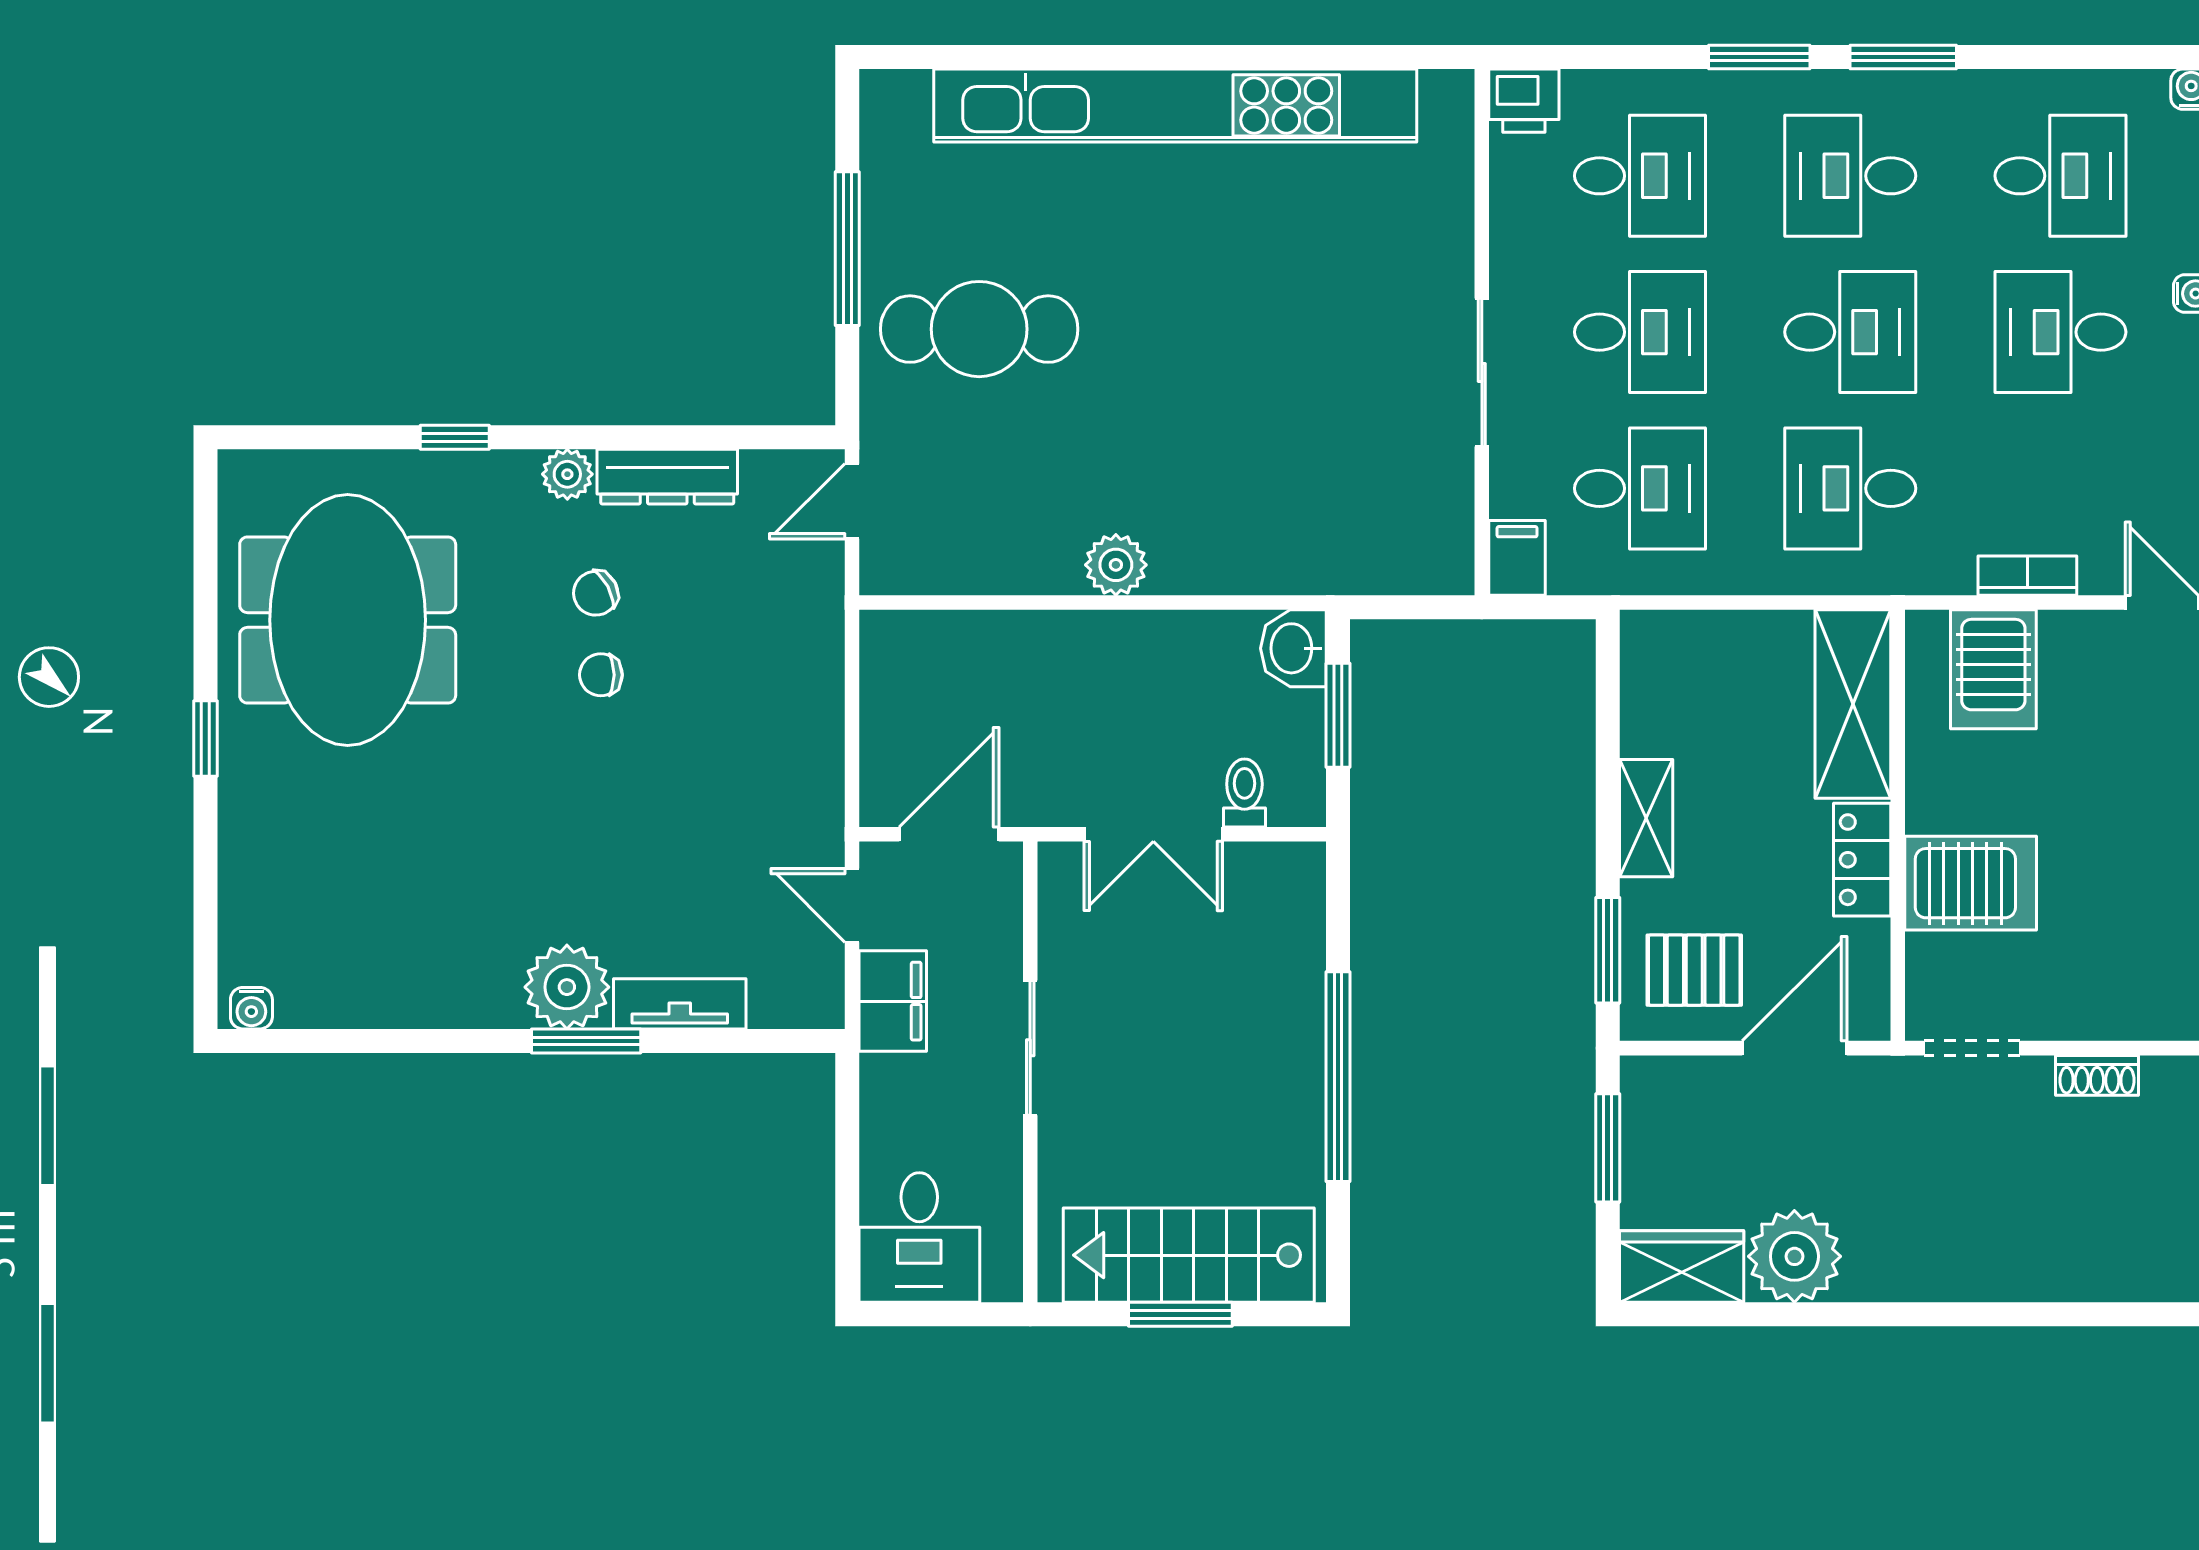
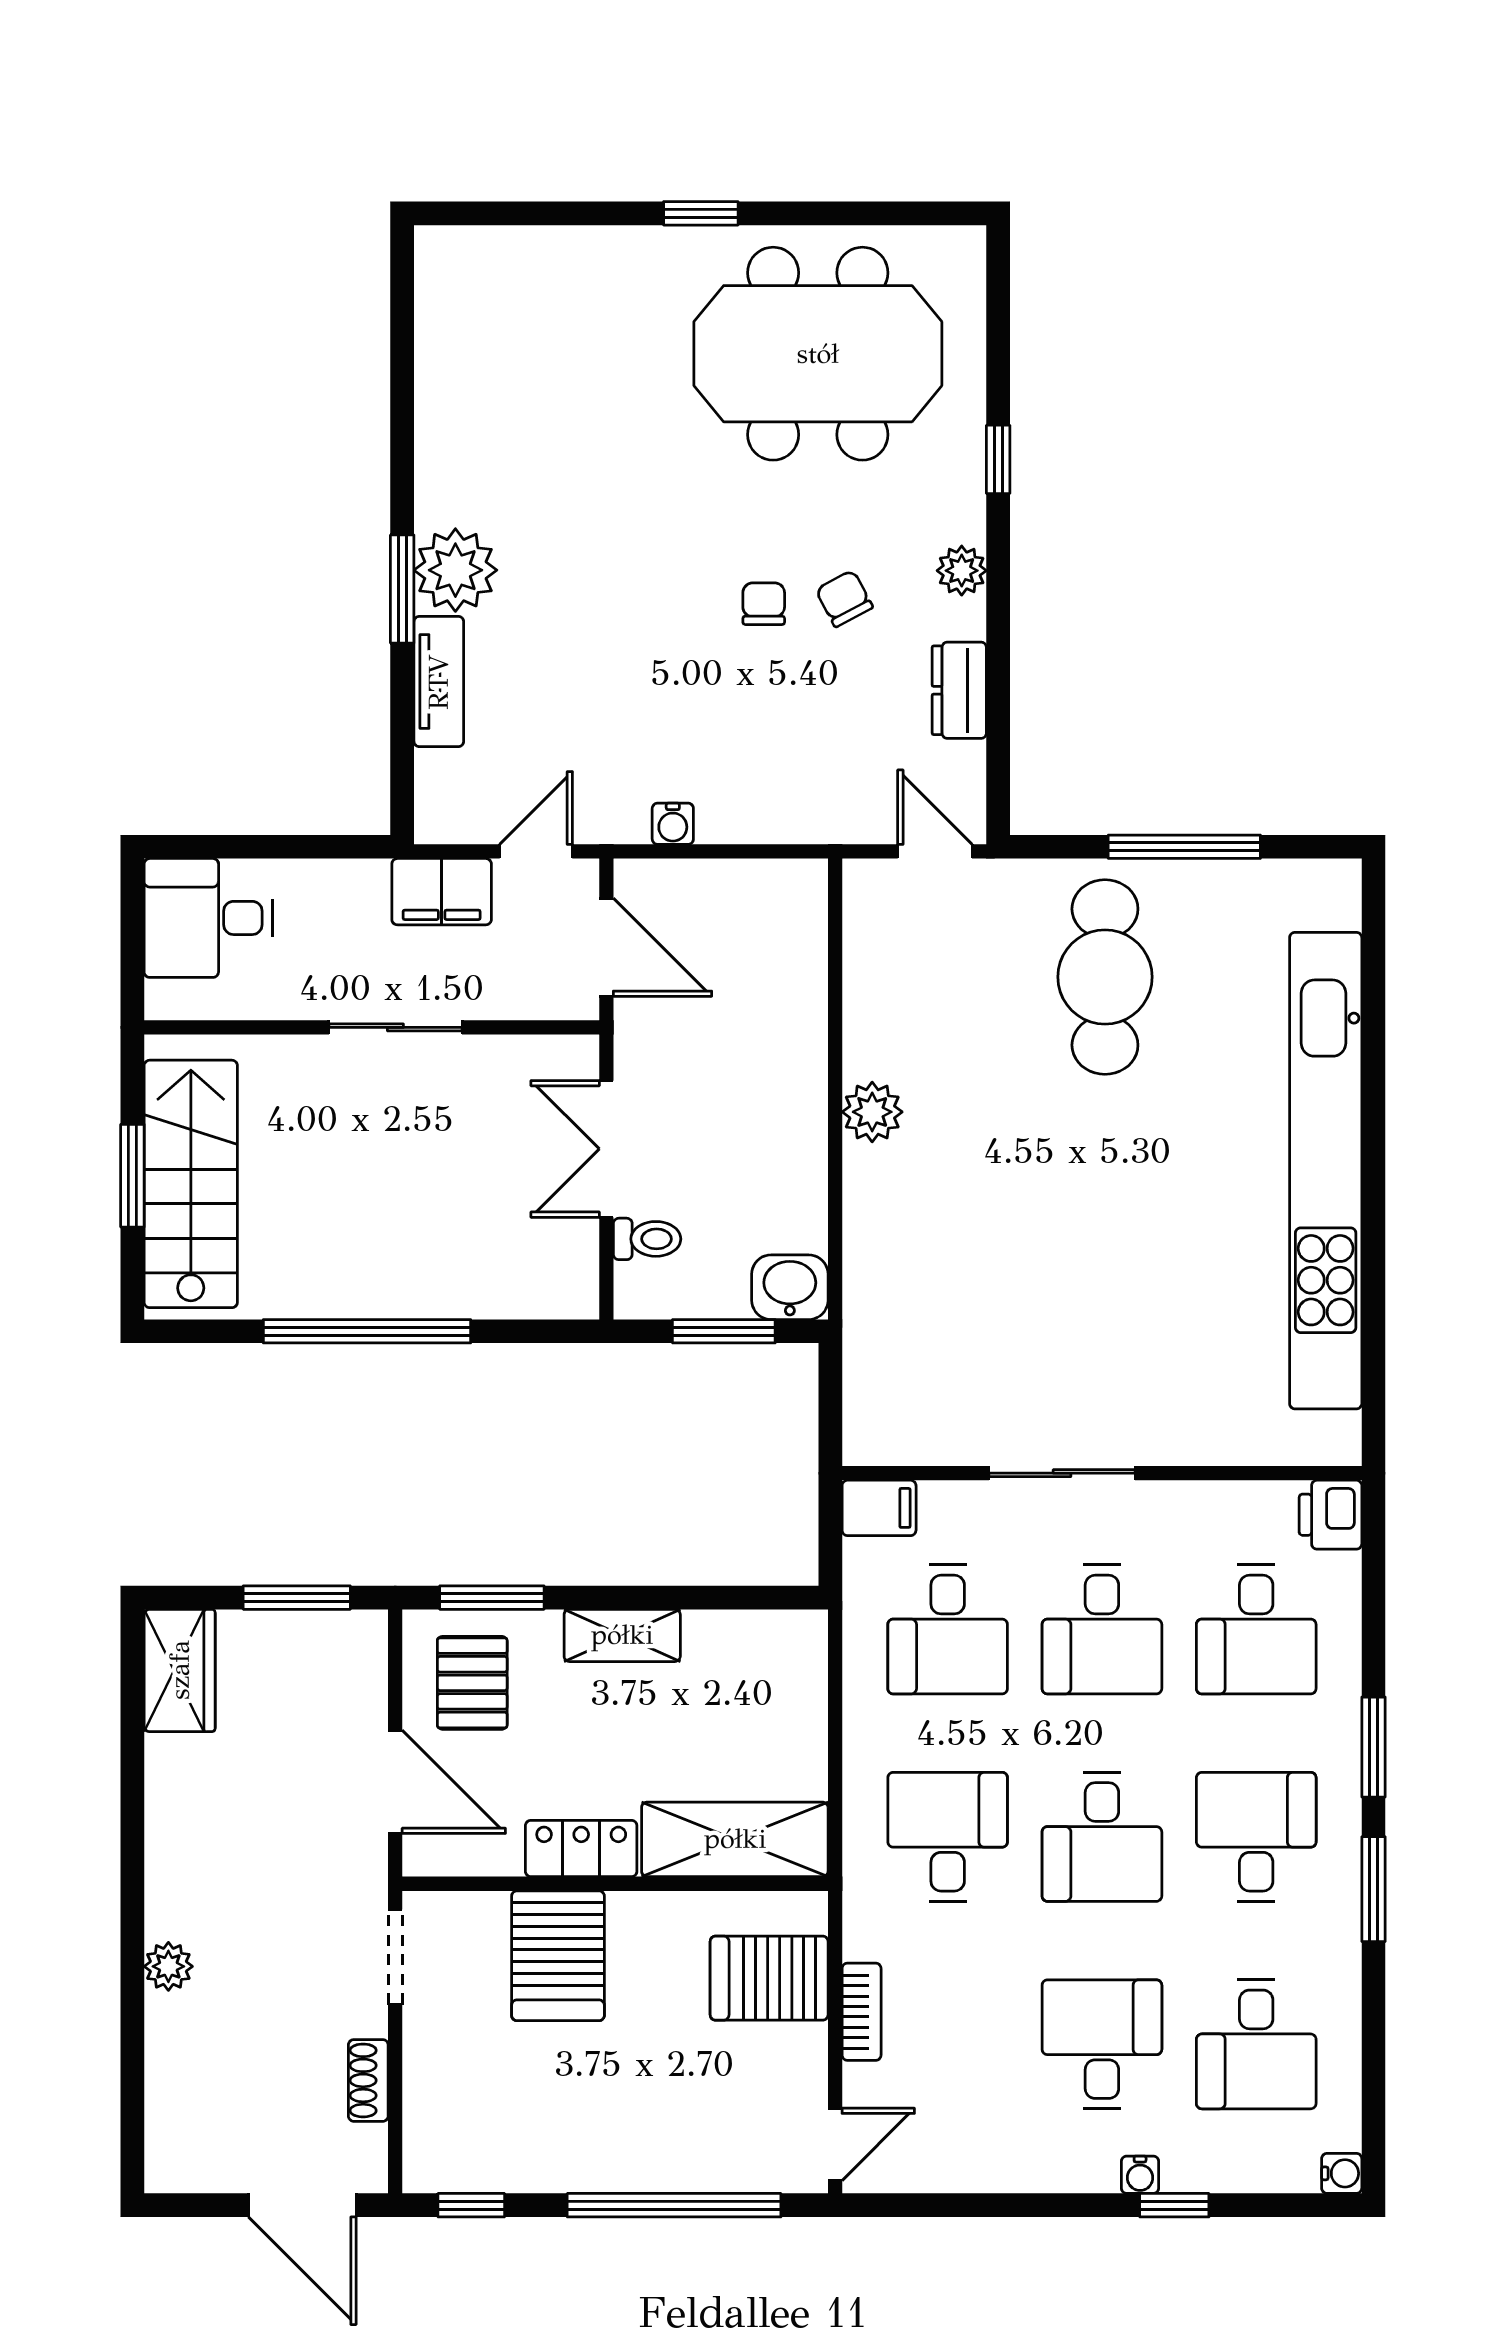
dresser: (667, 477) -> (959, 690), width x0.70
water cooler: (251, 1008) -> (673, 824), moved, turned -90
plant: (1794, 1256) -> (168, 1966), moved, width x0.53, depth x0.53

